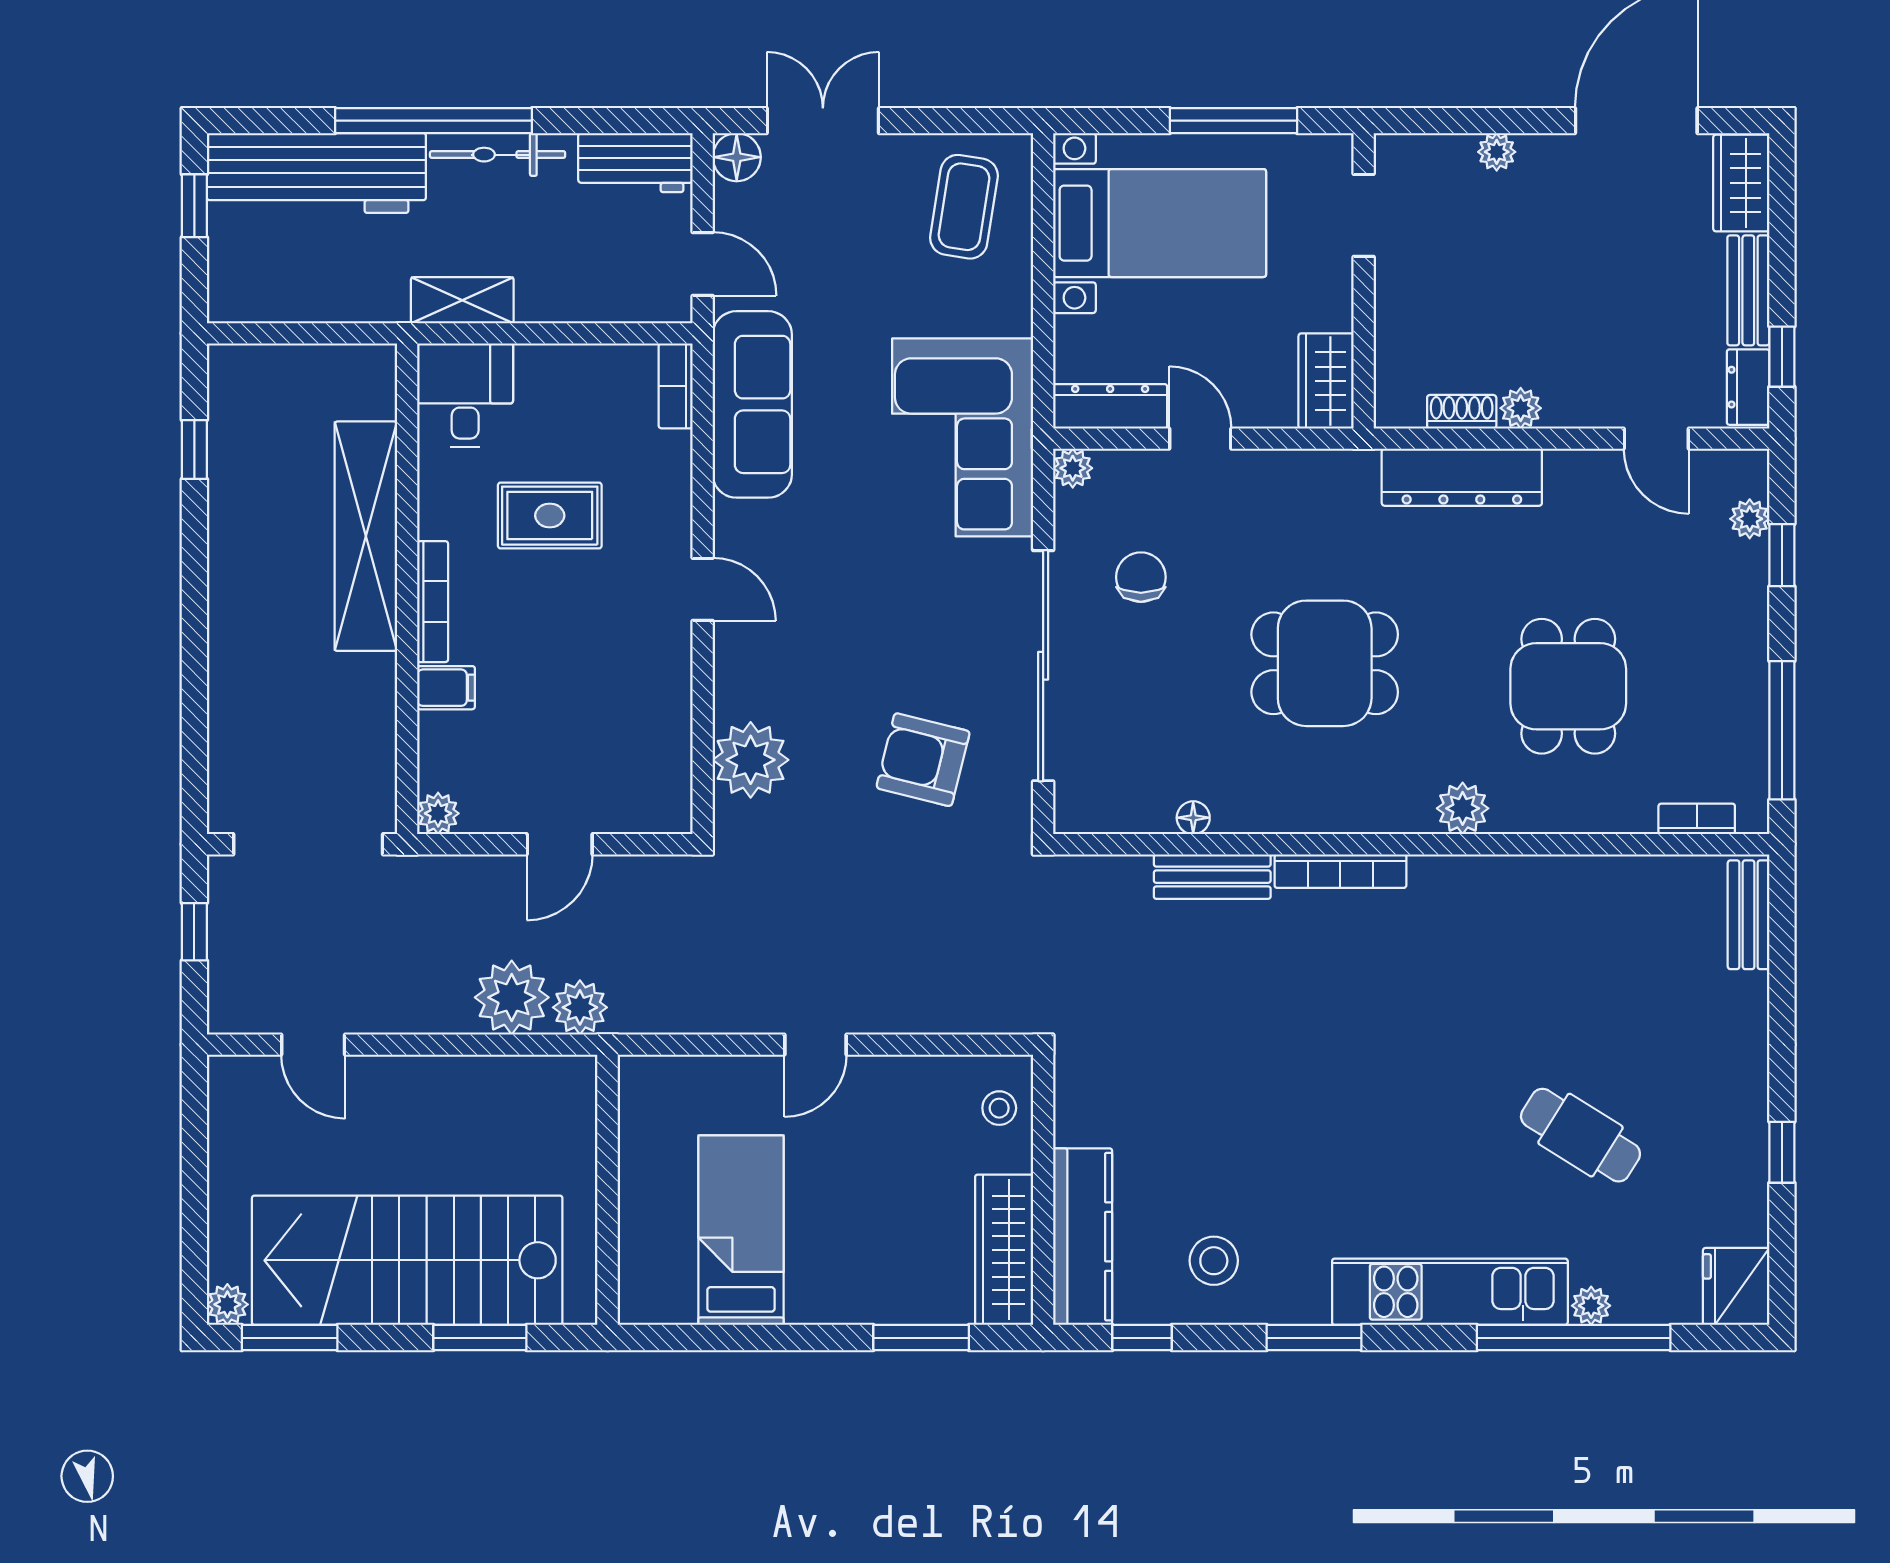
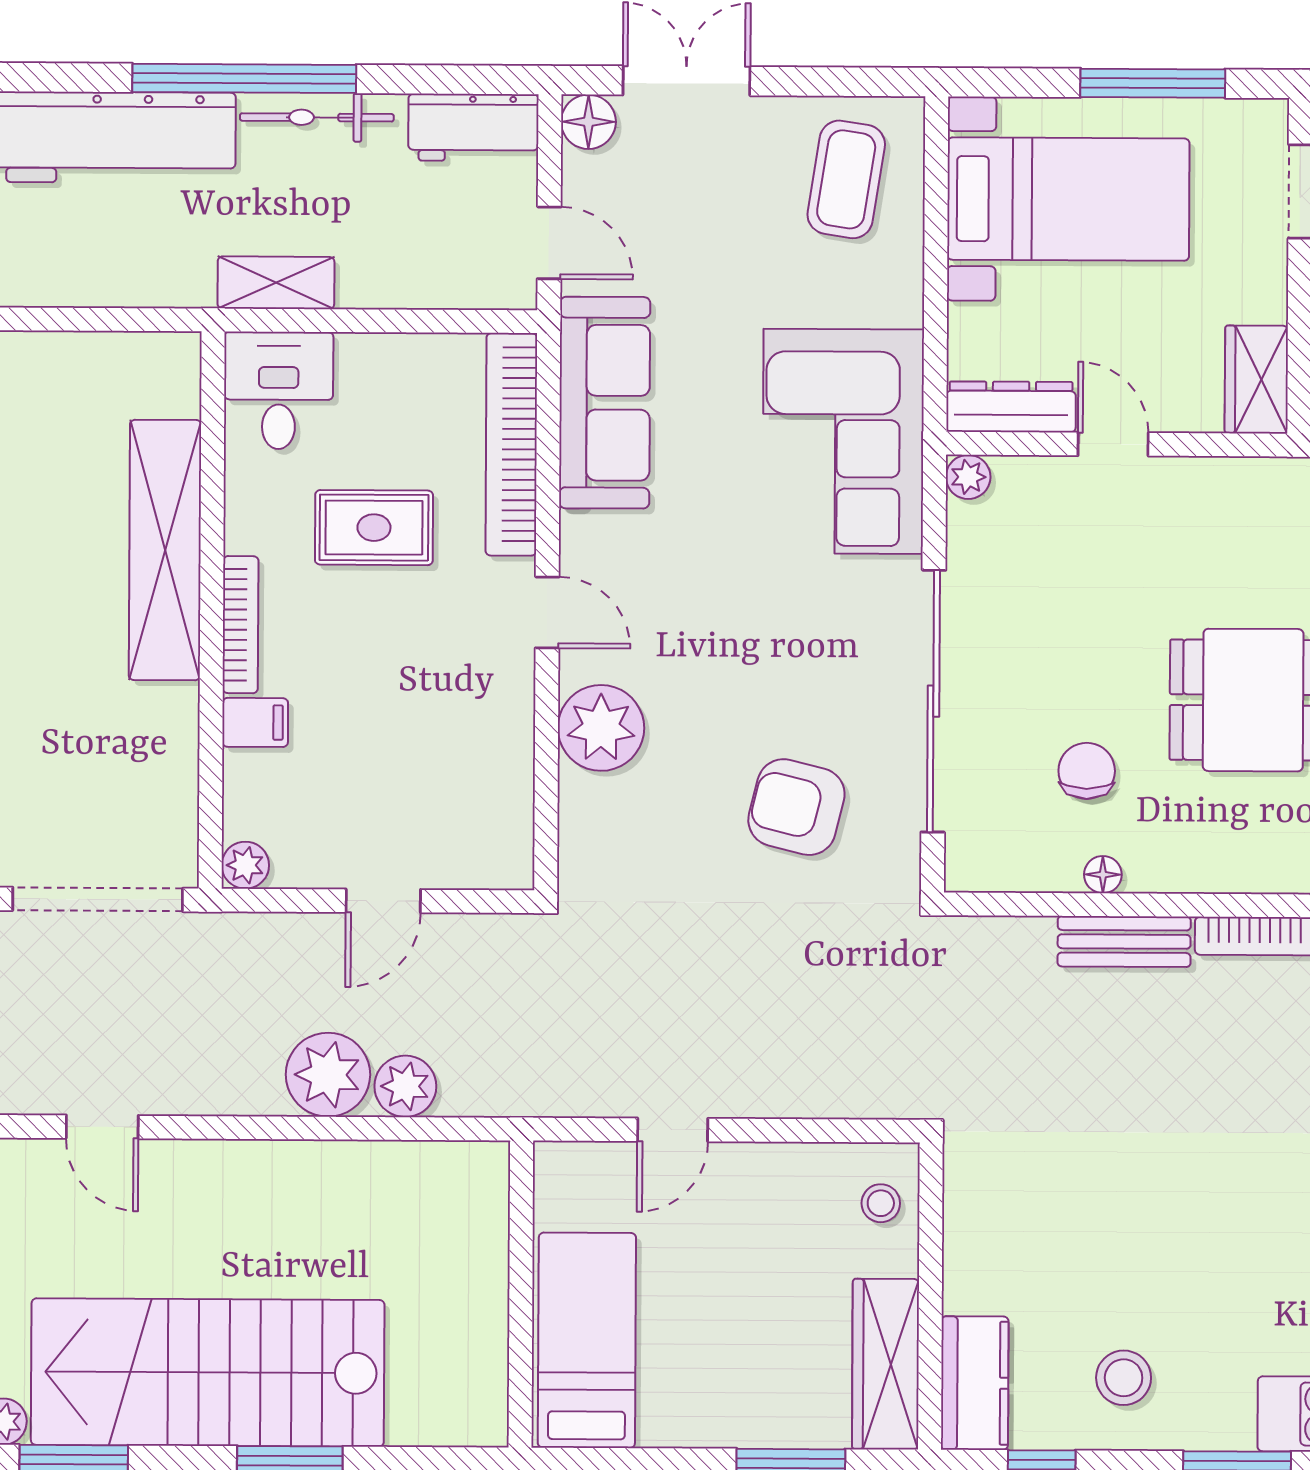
bookcase: (676, 386) -> (511, 444), width x2.31, depth x1.31
chair: (1141, 577) -> (1087, 771), moved
plant: (751, 760) -> (601, 728), moved
wall: (607, 1190) -> (521, 1294), moved
kitchen counter: (1083, 1237) -> (975, 1383), width x0.67

